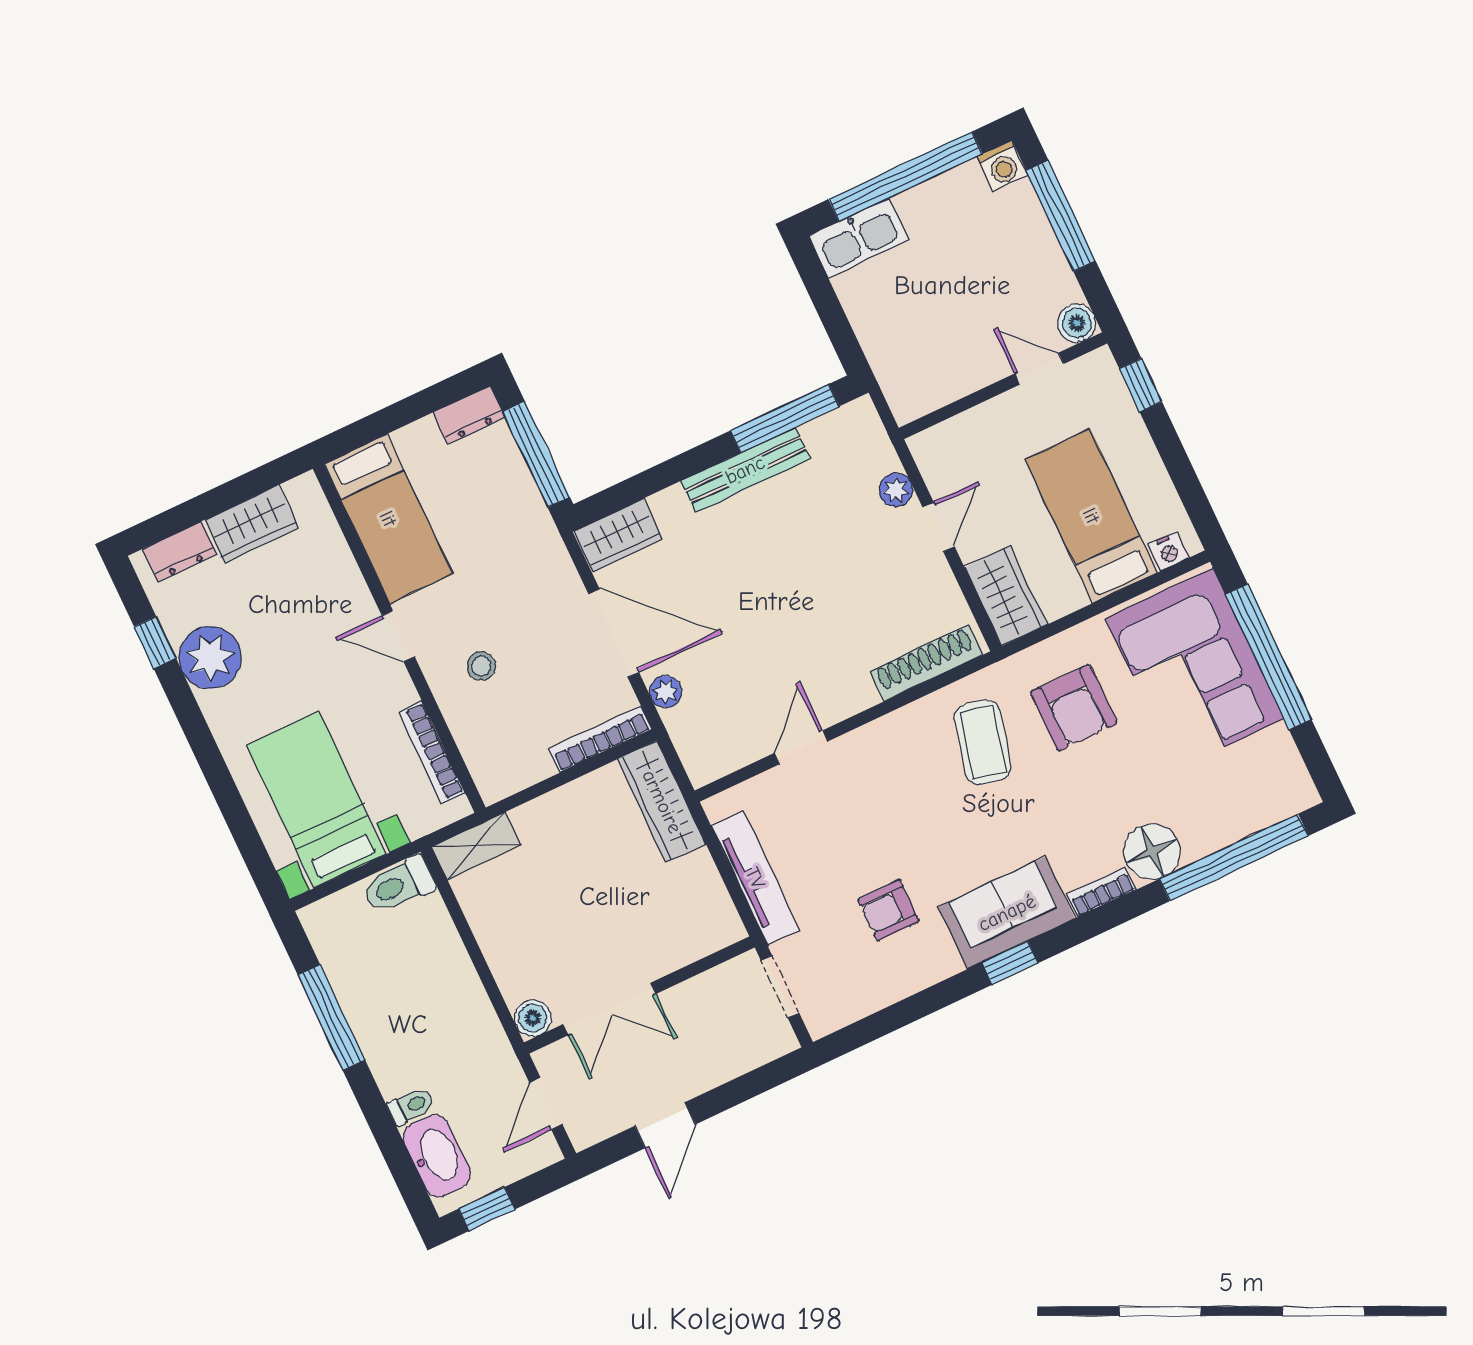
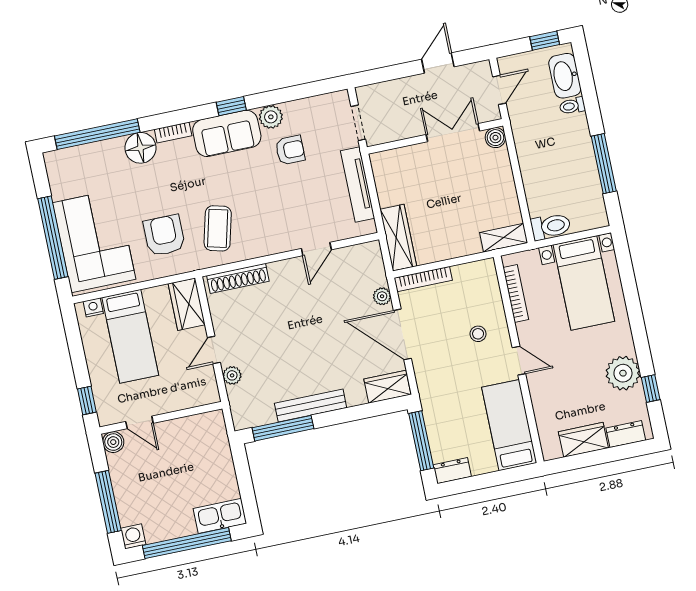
plant: (936, 960) -> (271, 117), added

